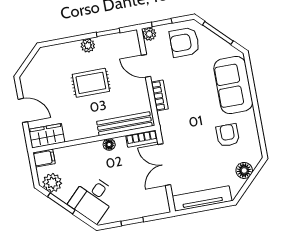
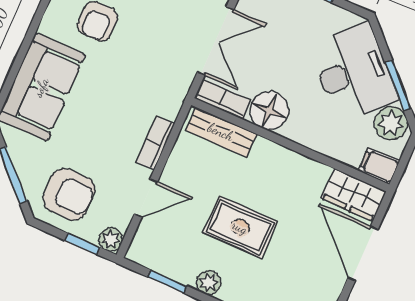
door: (146, 66) -> (146, 198), hinge flipped
door: (23, 110) -> (363, 254), width x1.38
bench: (124, 124) -> (221, 132), width x0.73
floor lamp: (109, 145) -> (269, 110), width x1.89, depth x1.89
desk: (93, 199) -> (353, 72), width x1.37

